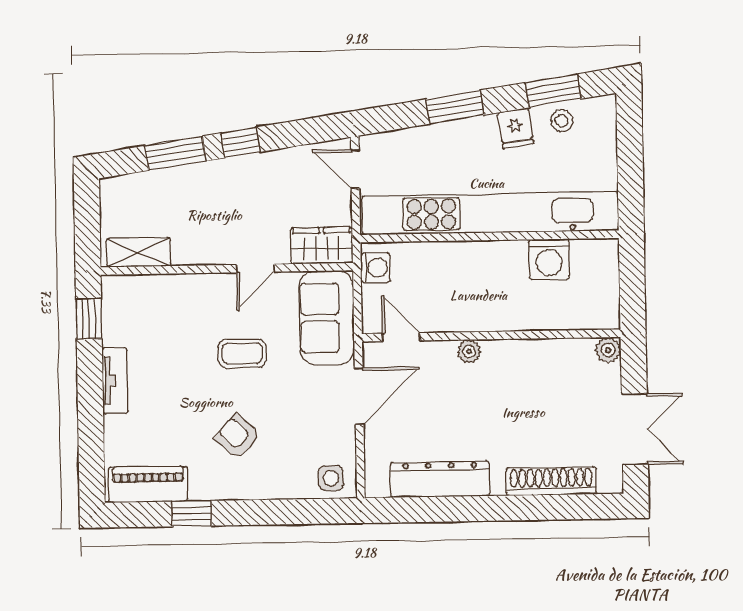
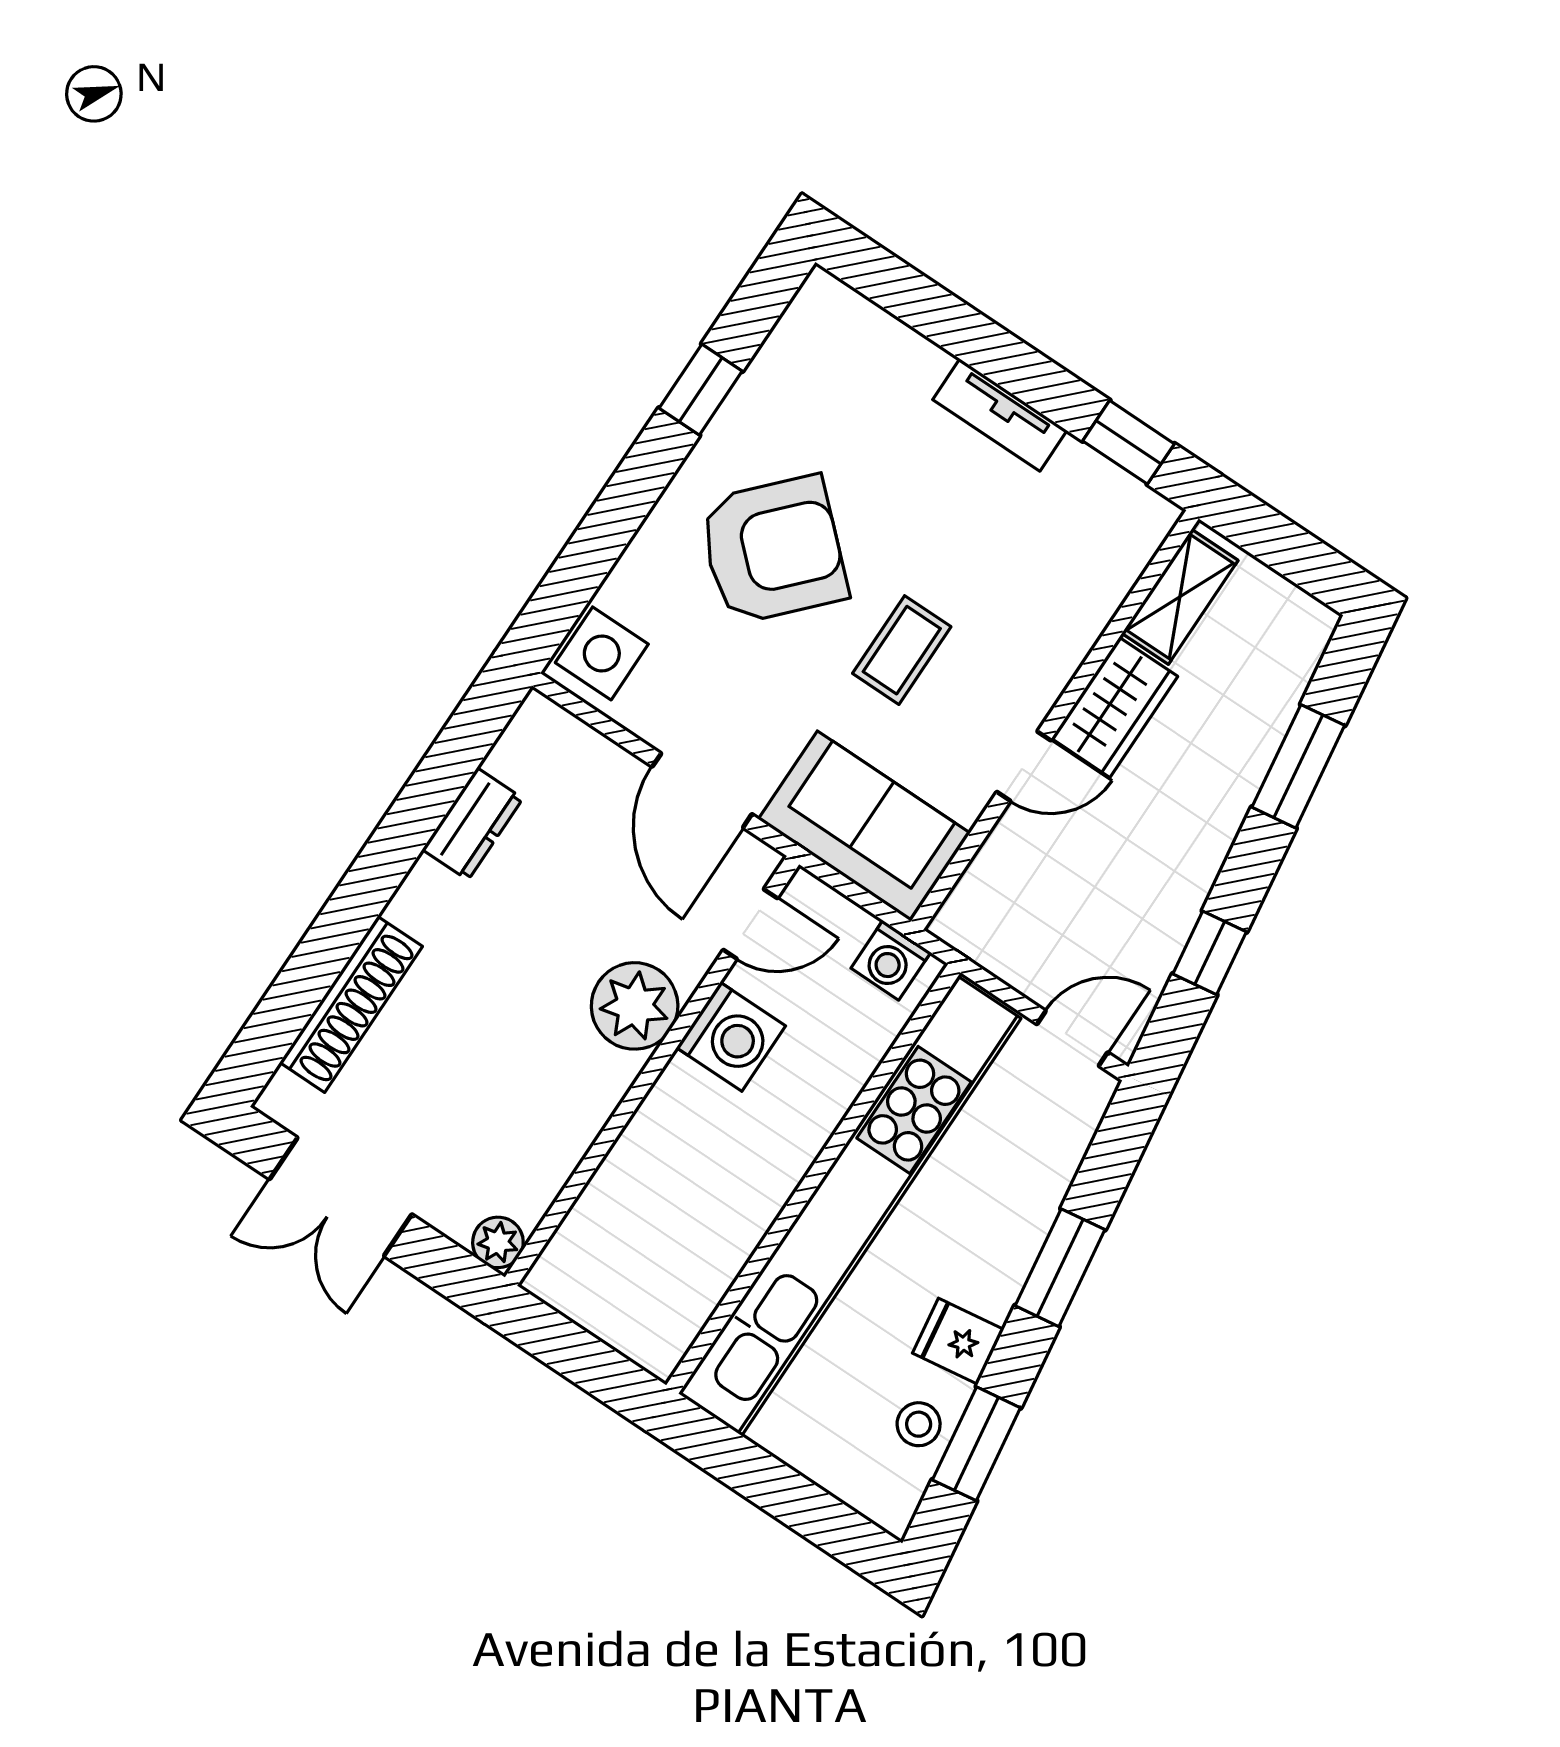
window: (240, 142) -> (1210, 953), moved
wardrobe: (322, 245) -> (1115, 707), moved
washing machine: (549, 259) -> (731, 1037), moved, turned 180
door: (255, 268) -> (1024, 766), swing flipped
plant: (469, 351) -> (635, 1006), width x1.87, depth x1.87
armchair: (238, 436) -> (773, 550), width x1.88, depth x1.88
side table: (331, 478) -> (602, 653), width x1.37, depth x1.37
dresser: (440, 479) -> (473, 824), width x0.51, depth x0.80
piano: (148, 484) -> (796, 352), removed

